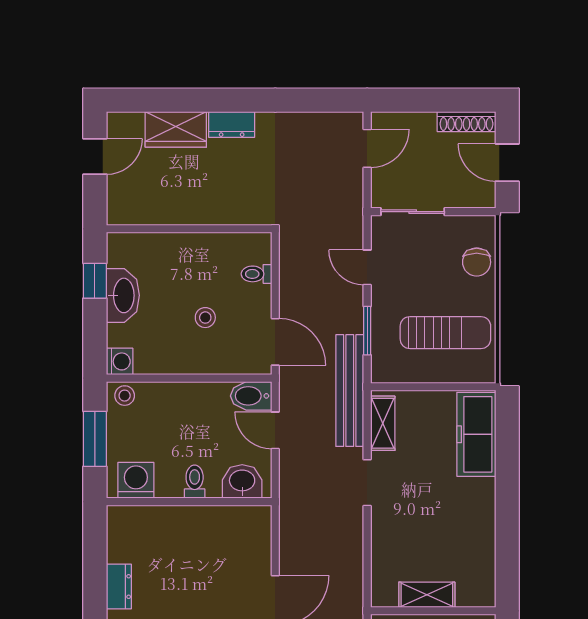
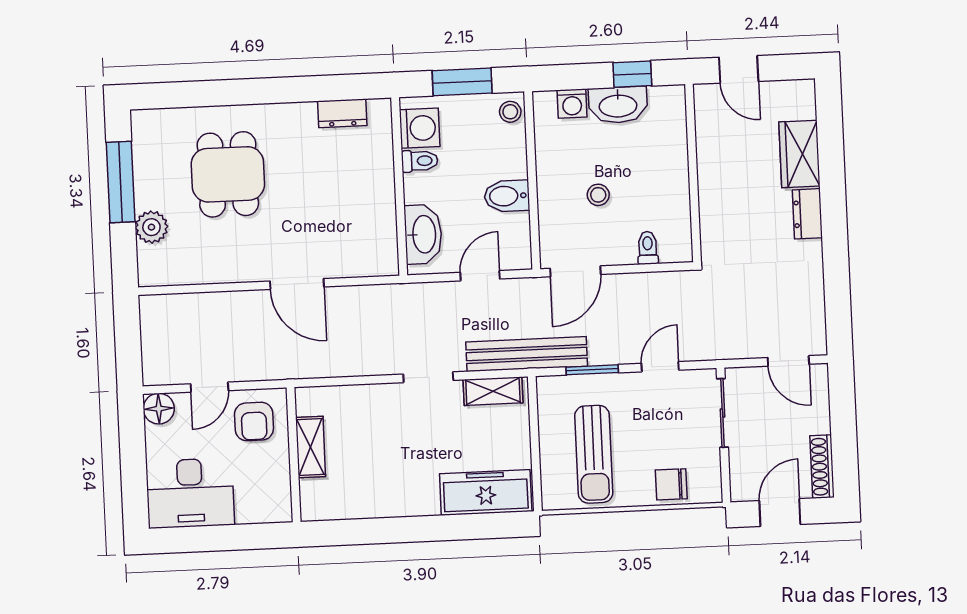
door: (95, 157) -> (739, 69), moved
washing machine: (120, 361) -> (572, 104), moved
bidet: (251, 396) -> (507, 196), moved, turned -90
washbasin: (242, 481) -> (423, 234), width x1.38
toilet: (195, 482) -> (420, 161), moved
dresser: (119, 587) -> (342, 113), moved

